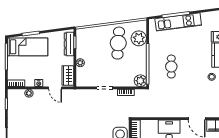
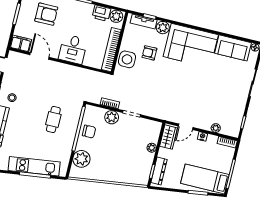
cafe table: (118, 43) -> (105, 159), removed
chair: (138, 64) -> (89, 132), added
plant: (140, 81) -> (112, 117), moved
door: (55, 88) -> (186, 127), swing flipped

